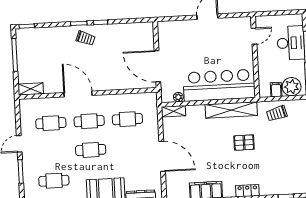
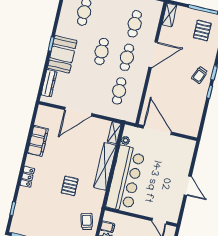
pallet: (37, 49) -> (202, 30), added
door: (157, 66) -> (157, 130), hinge flipped
shelving: (231, 110) -> (105, 166), moved

